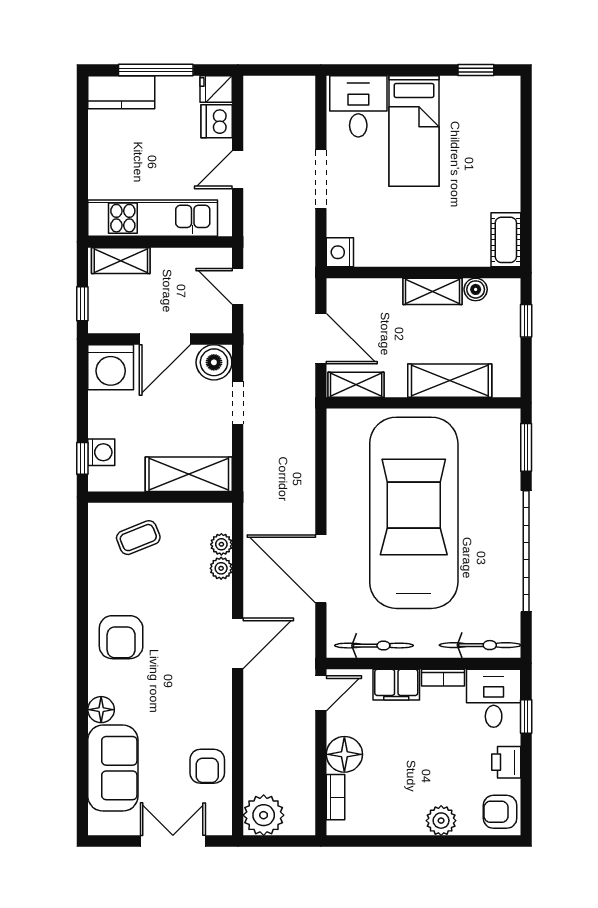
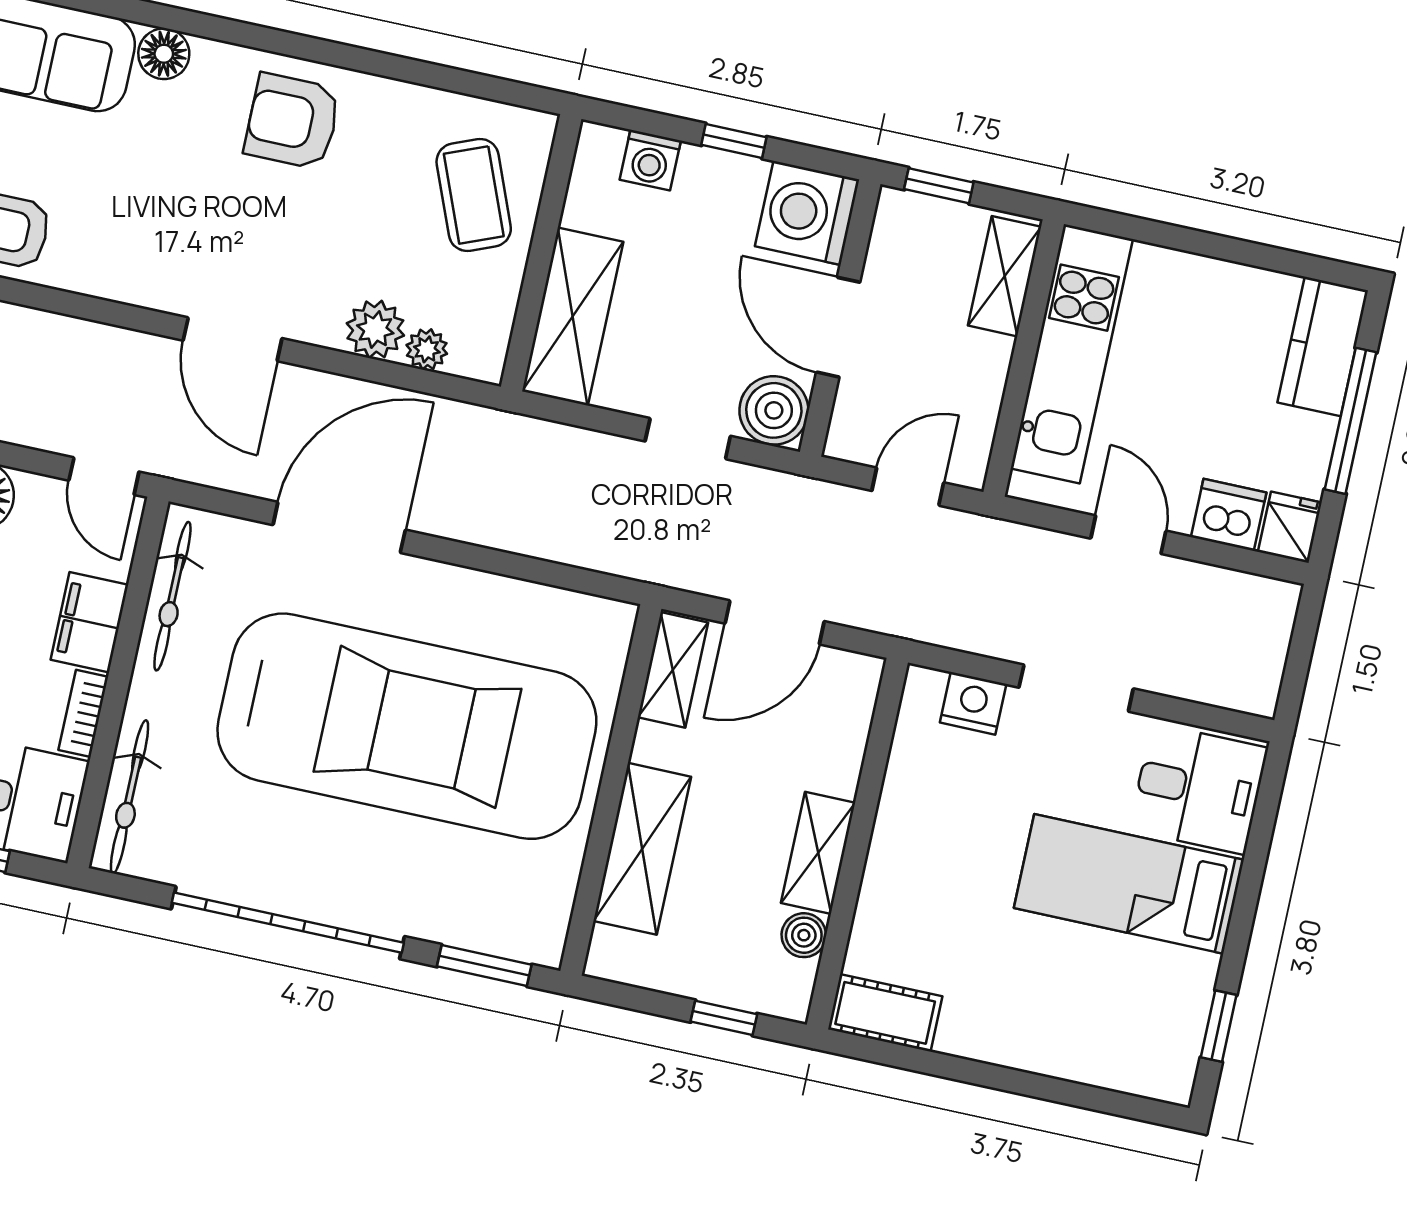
nightstand: (340, 252) -> (973, 703), moved
window: (82, 458) -> (734, 141), moved
coffee table: (138, 538) -> (474, 195), width x1.36, depth x1.30
plant: (221, 568) -> (375, 329), width x1.38, depth x1.38

